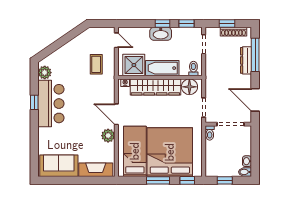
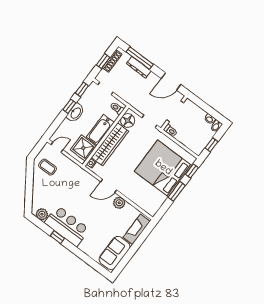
coffee table: (96, 64) -> (47, 167), moved
bed: (135, 151) -> (144, 192), removed

